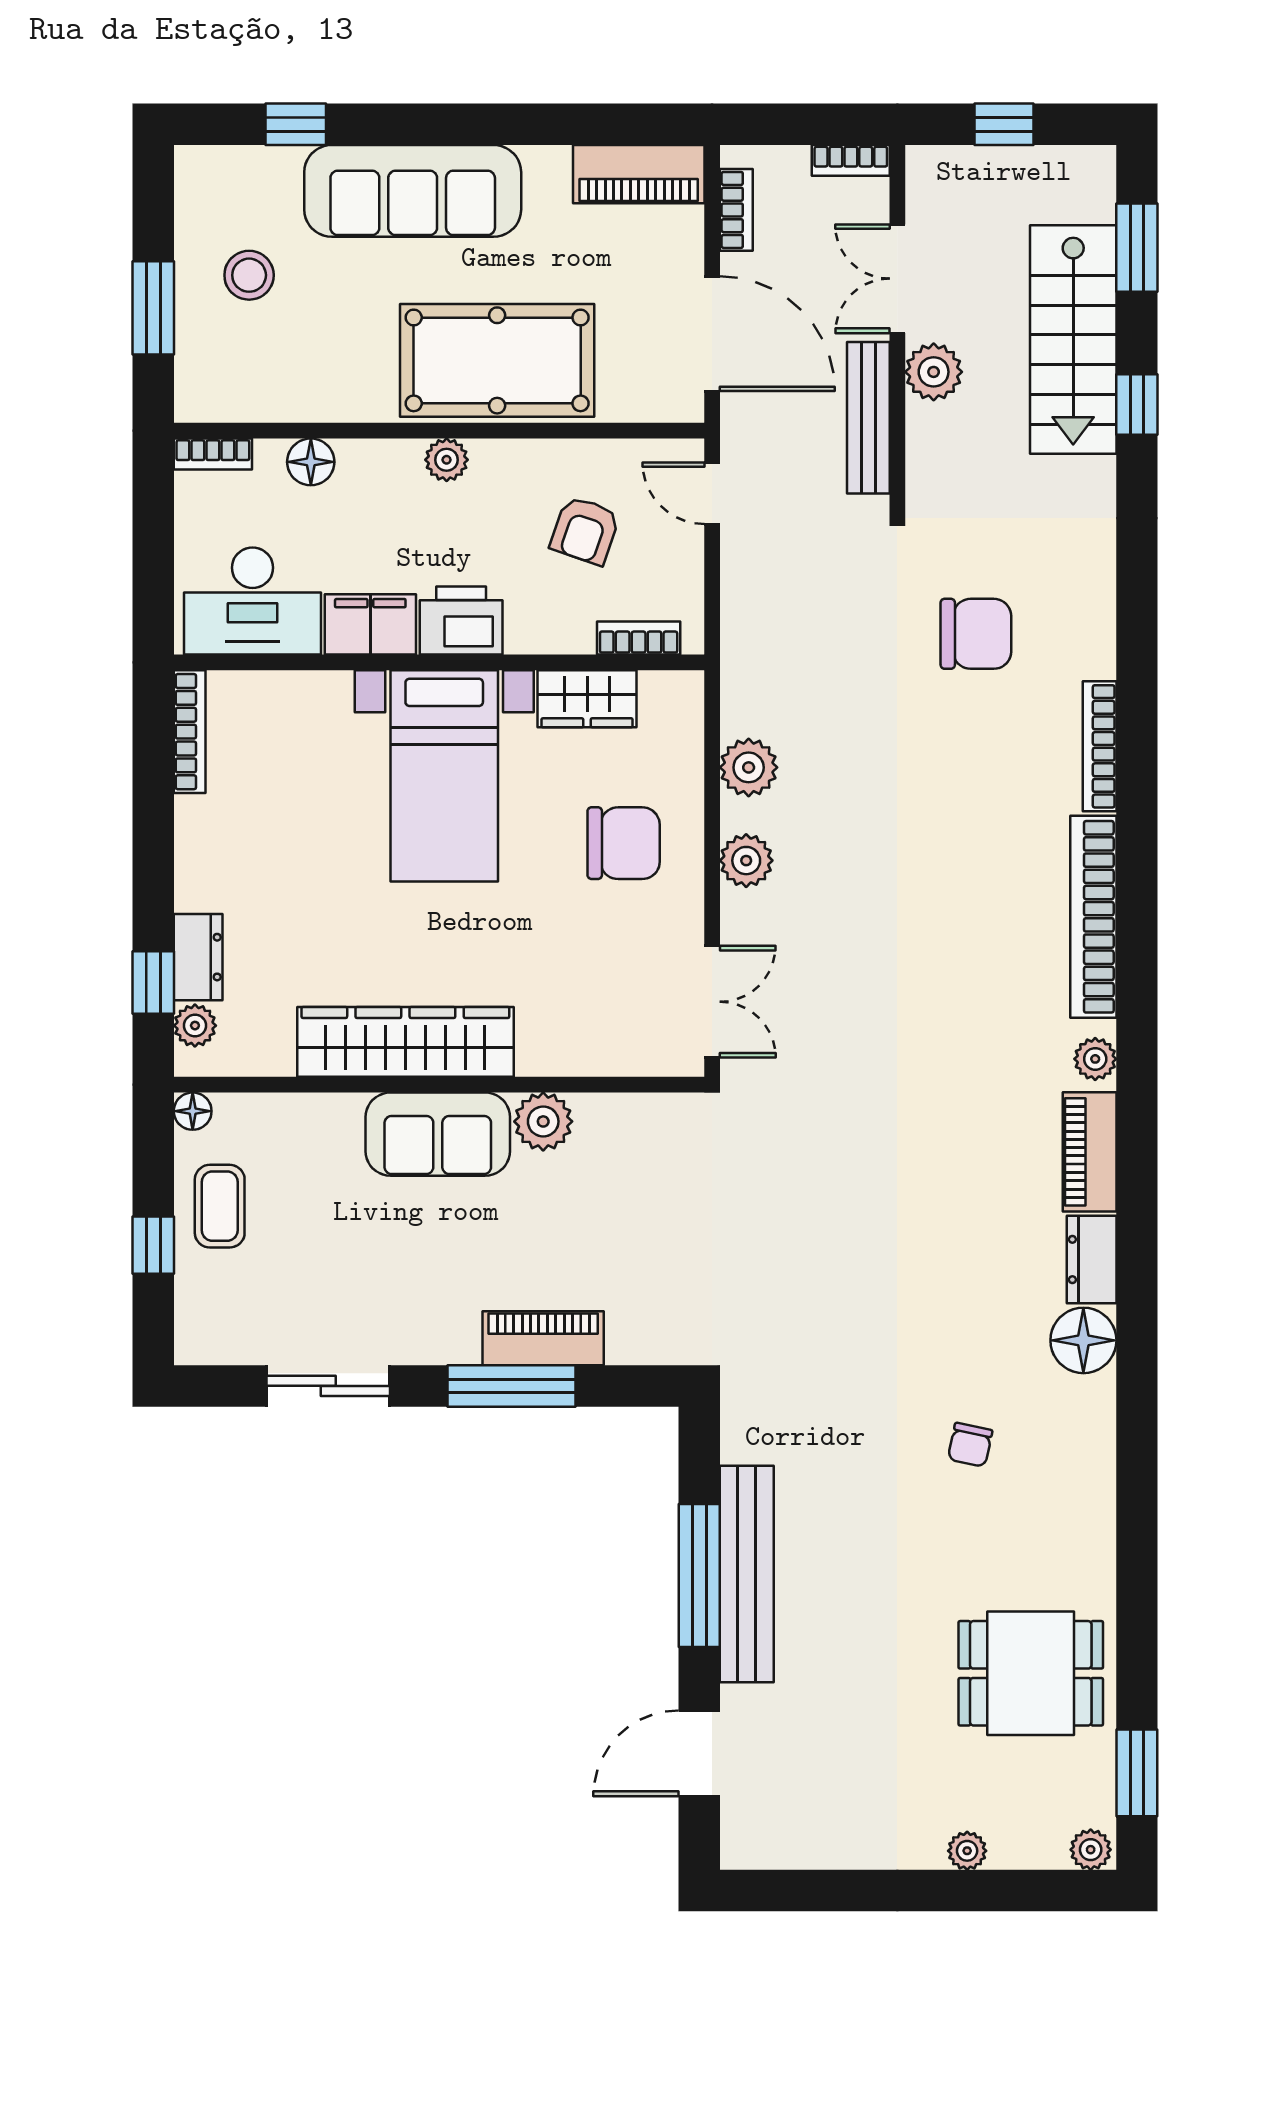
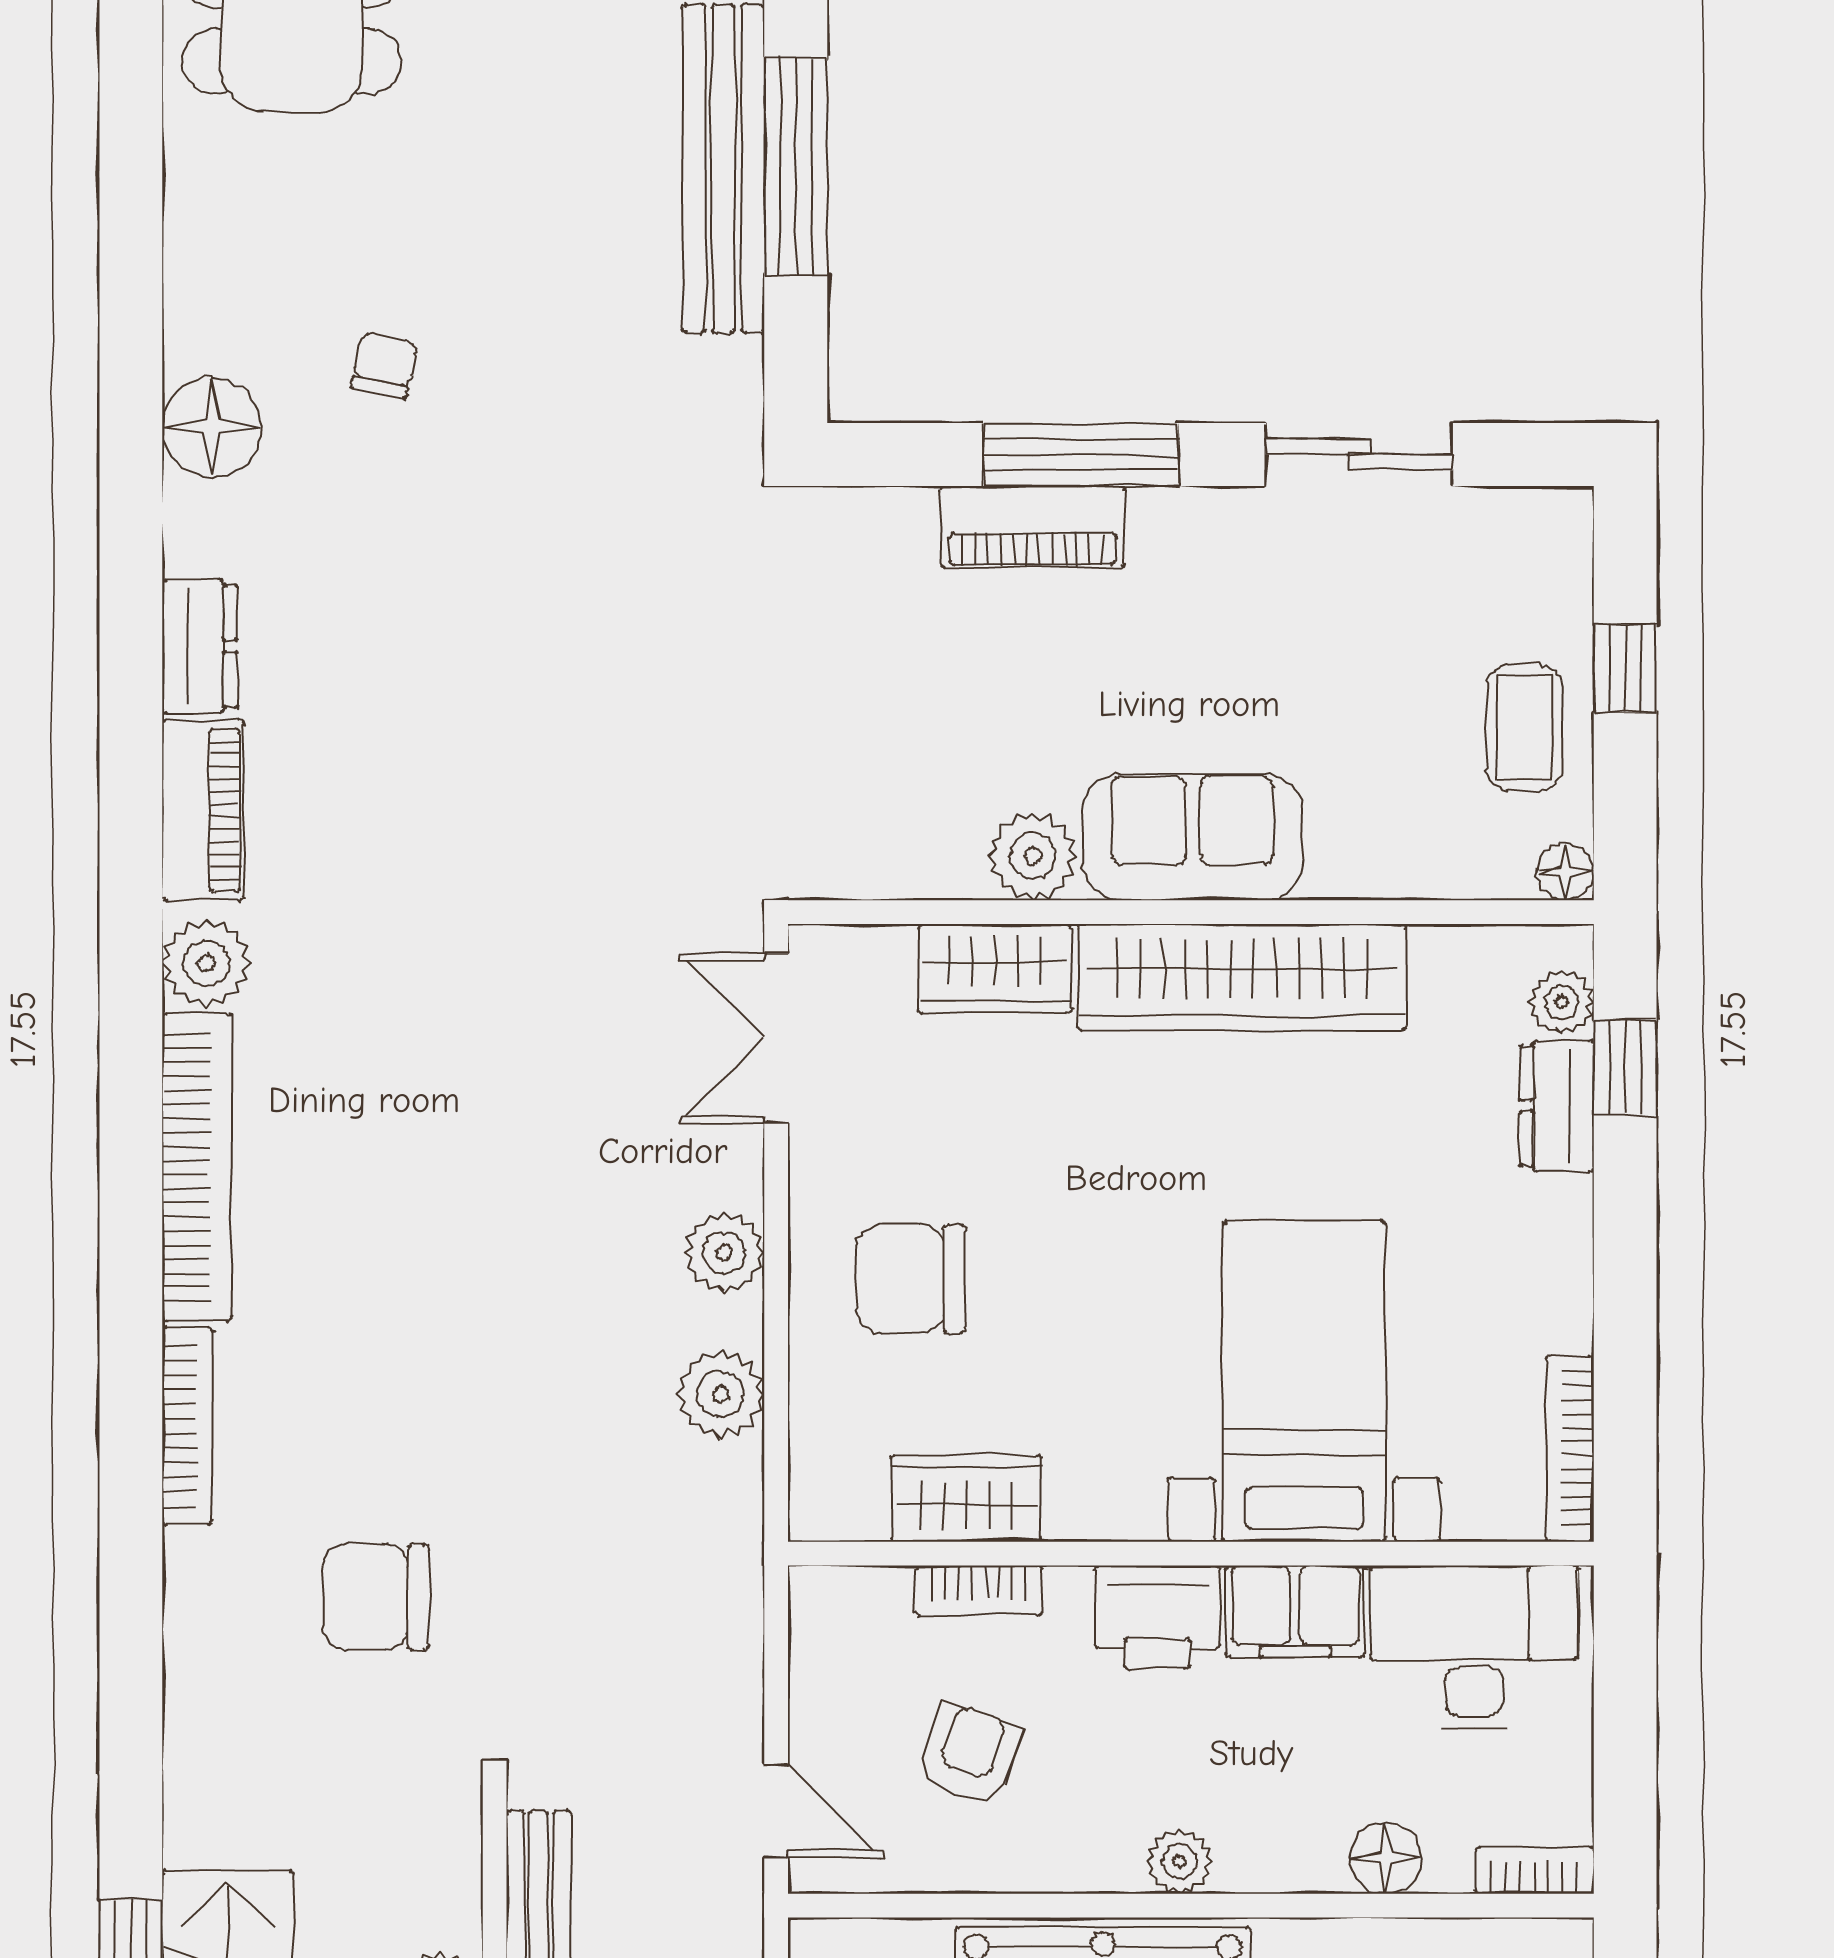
bookcase: (639, 638) -> (979, 1591), moved
bed with nightstands: (444, 776) -> (1304, 1381), moved
wardrobe: (568, 1048) -> (995, 968), added
plant: (1095, 1059) -> (206, 963), width x1.38, depth x1.38
floor lamp: (1083, 1340) -> (212, 427), moved

